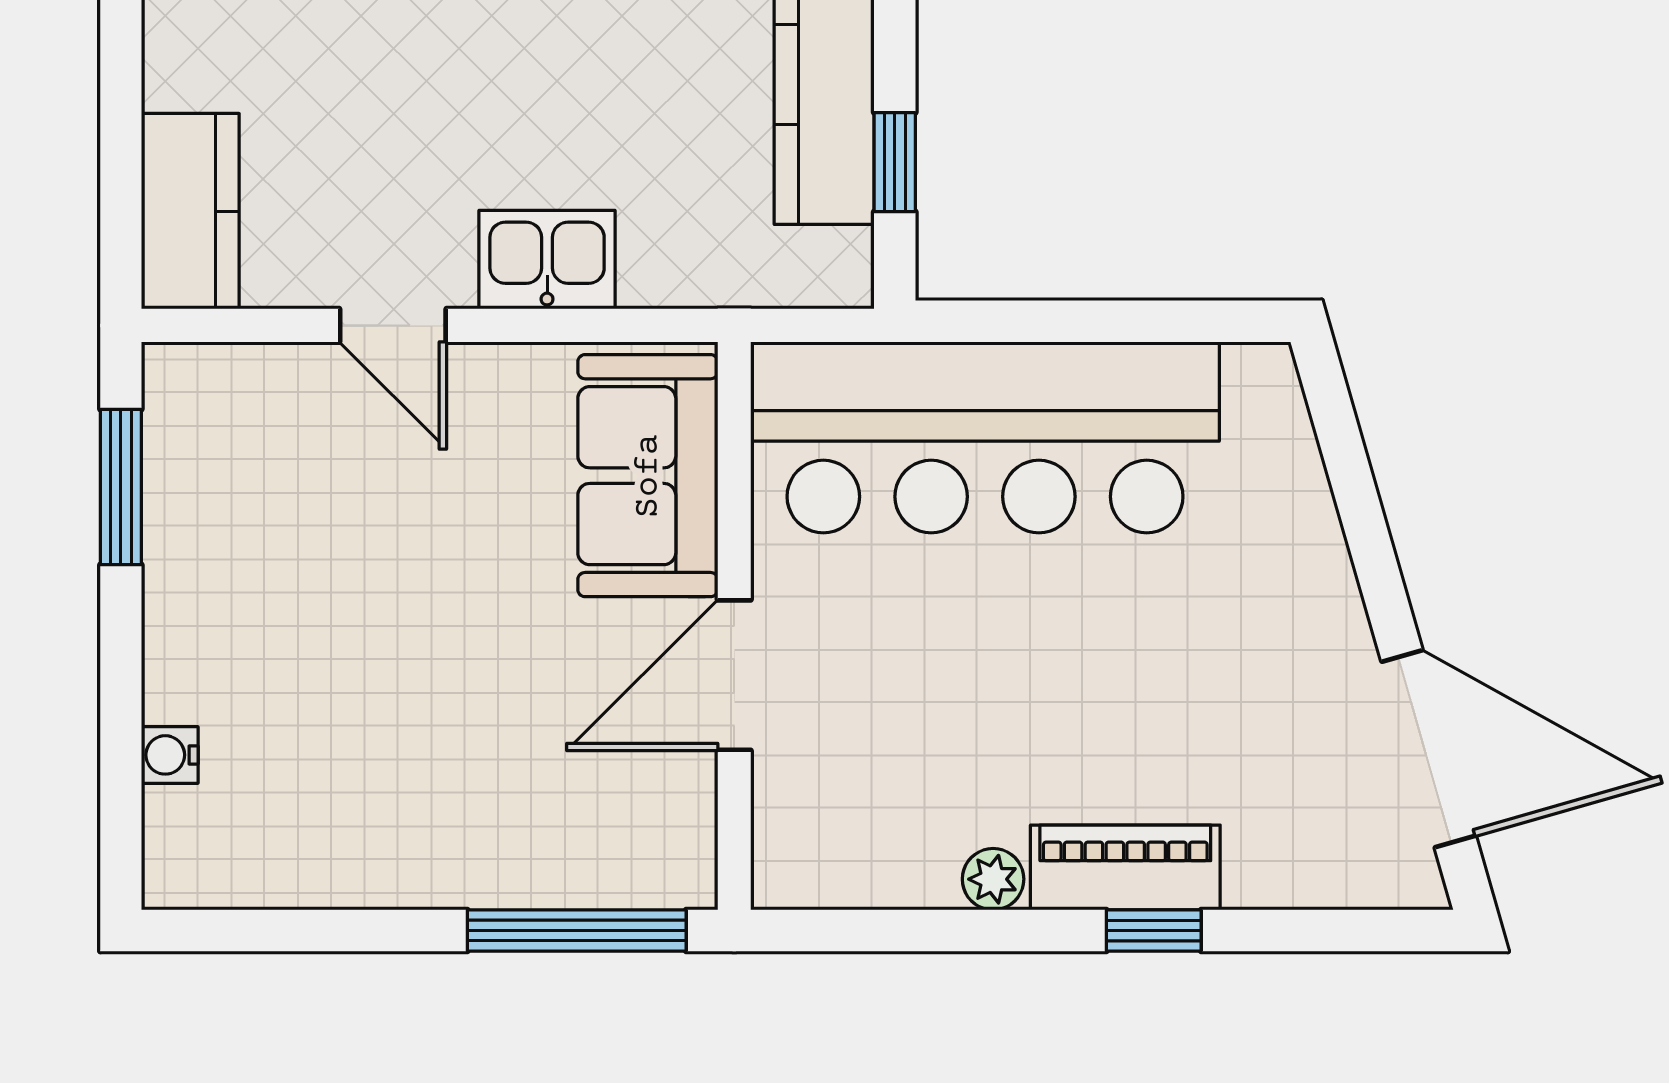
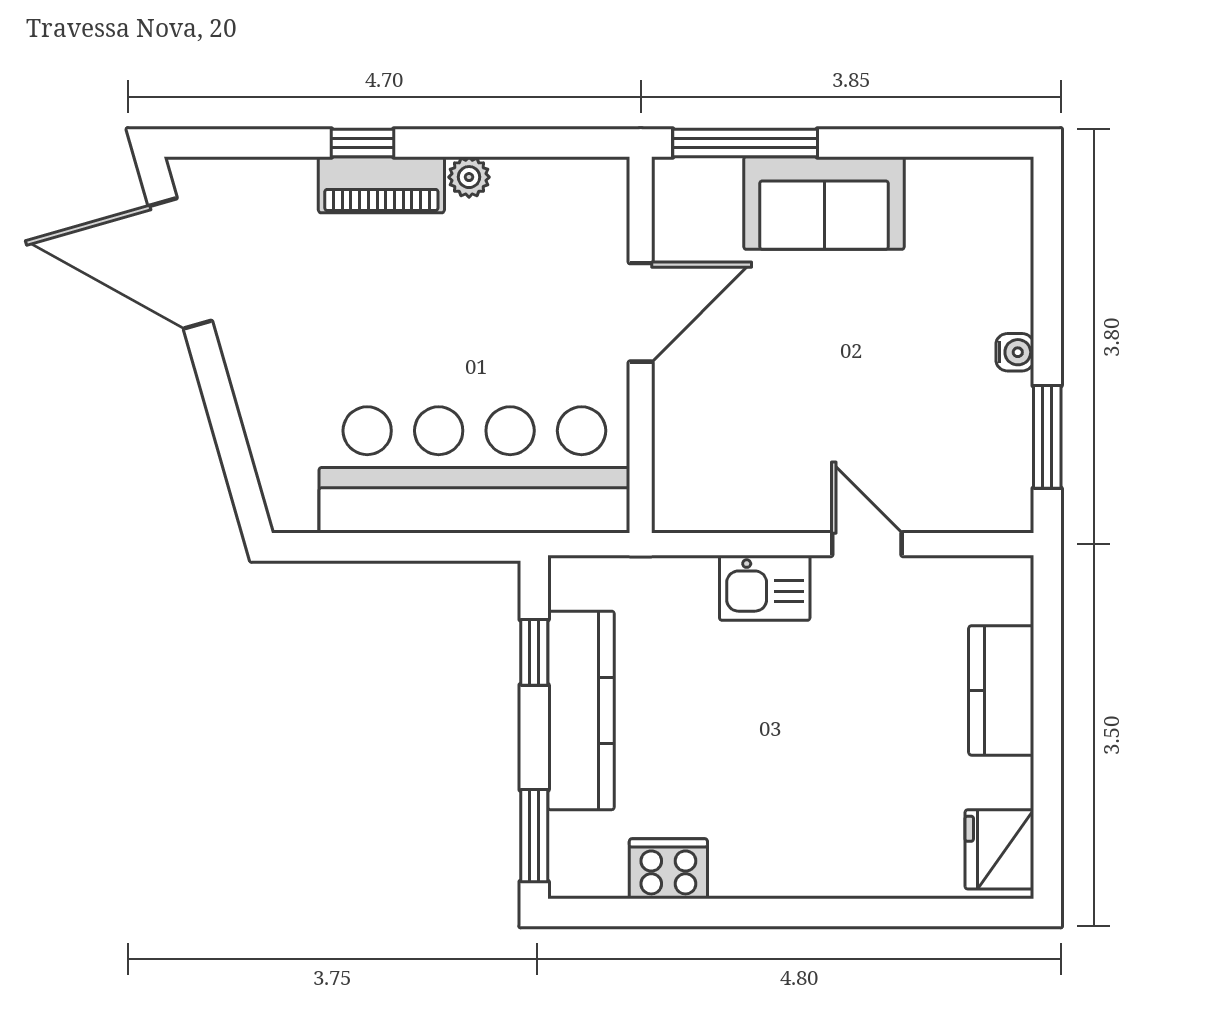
kitchen counter: (190, 211) -> (1001, 690), moved
sofa: (648, 476) -> (824, 203), moved, turned 90
water cooler: (170, 755) -> (1015, 352), moved

